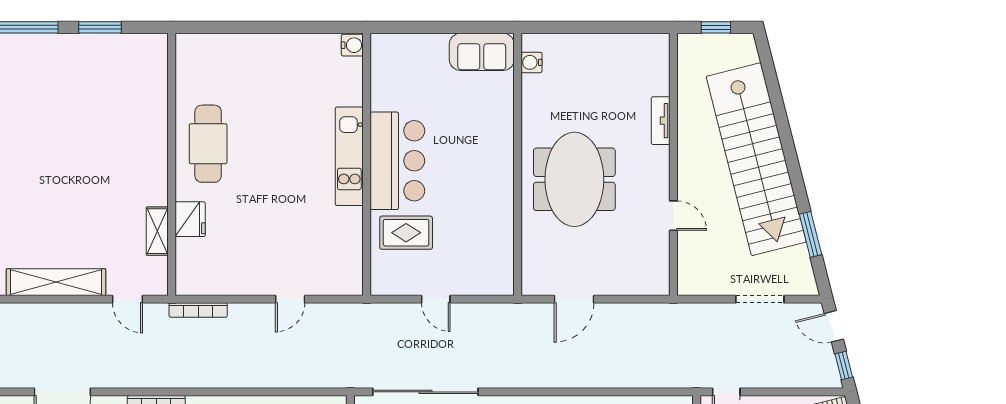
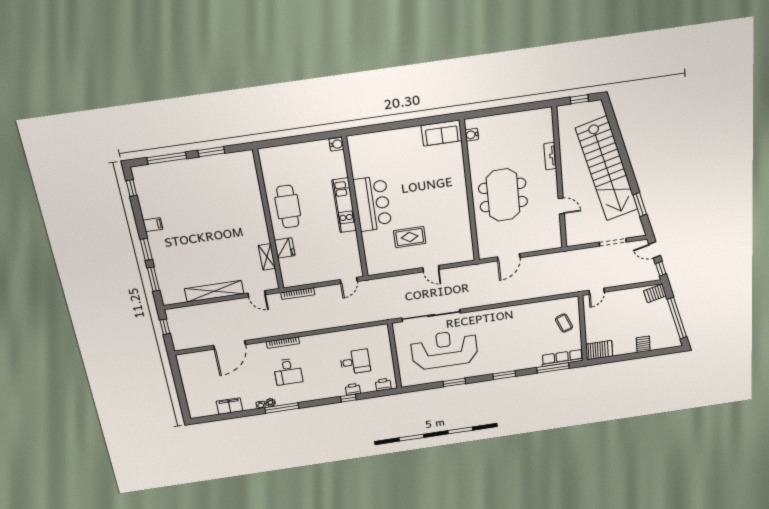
water cooler: (352, 45) -> (336, 144), moved
kitchen unit: (349, 156) -> (344, 205), moved
bar counter: (397, 161) -> (373, 204), moved
wall: (367, 164) -> (355, 208), moved

